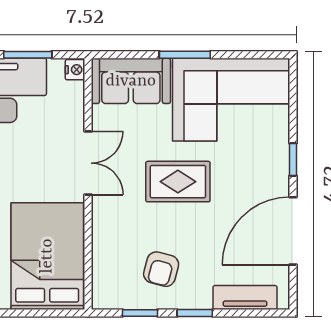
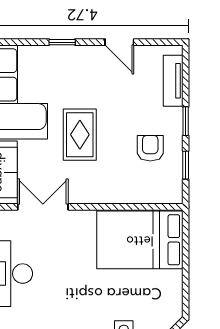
double door: (88, 163) -> (43, 207), moved
door: (293, 231) -> (119, 42), width x0.53
armchair: (161, 269) -> (150, 148), turned -105

